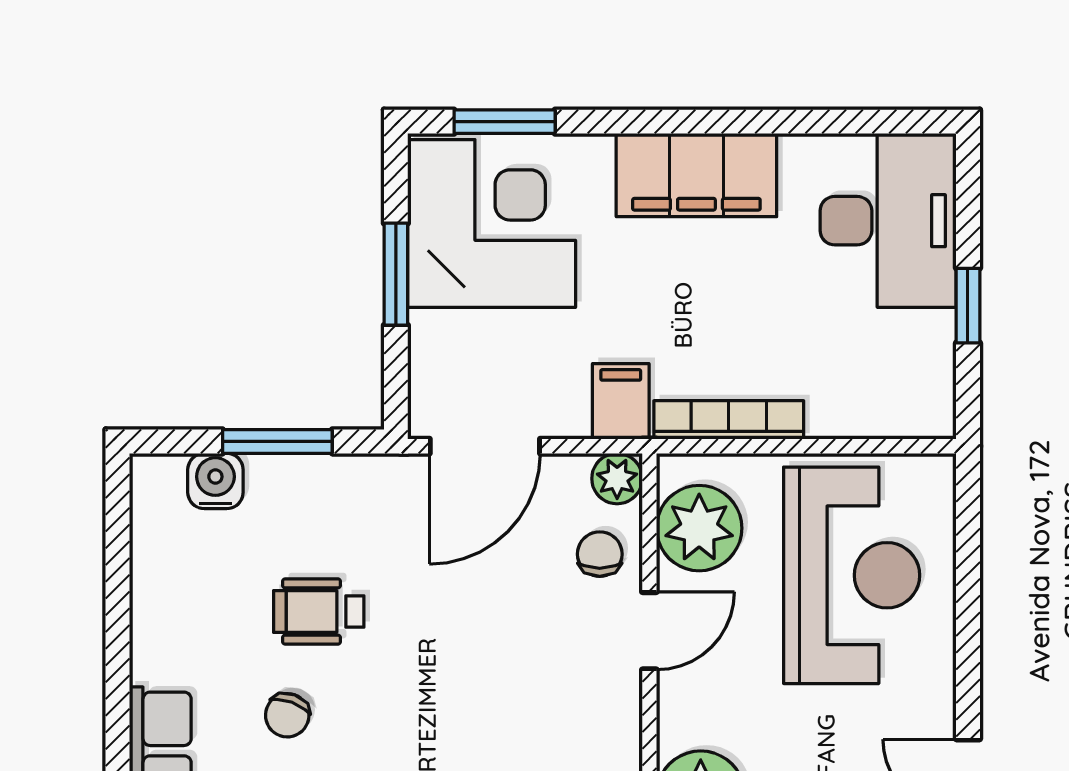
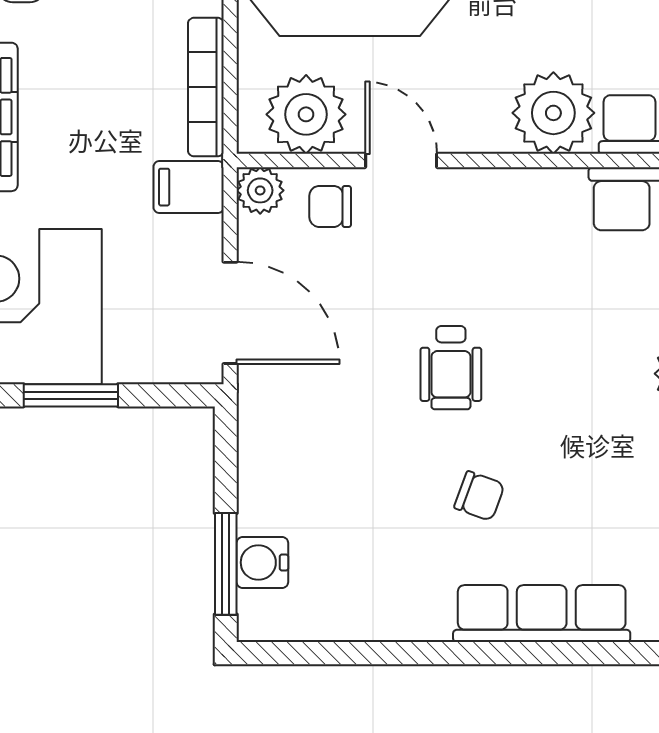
window: (277, 441) -> (226, 564), moved
wheelchair: (319, 611) -> (451, 368), moved

